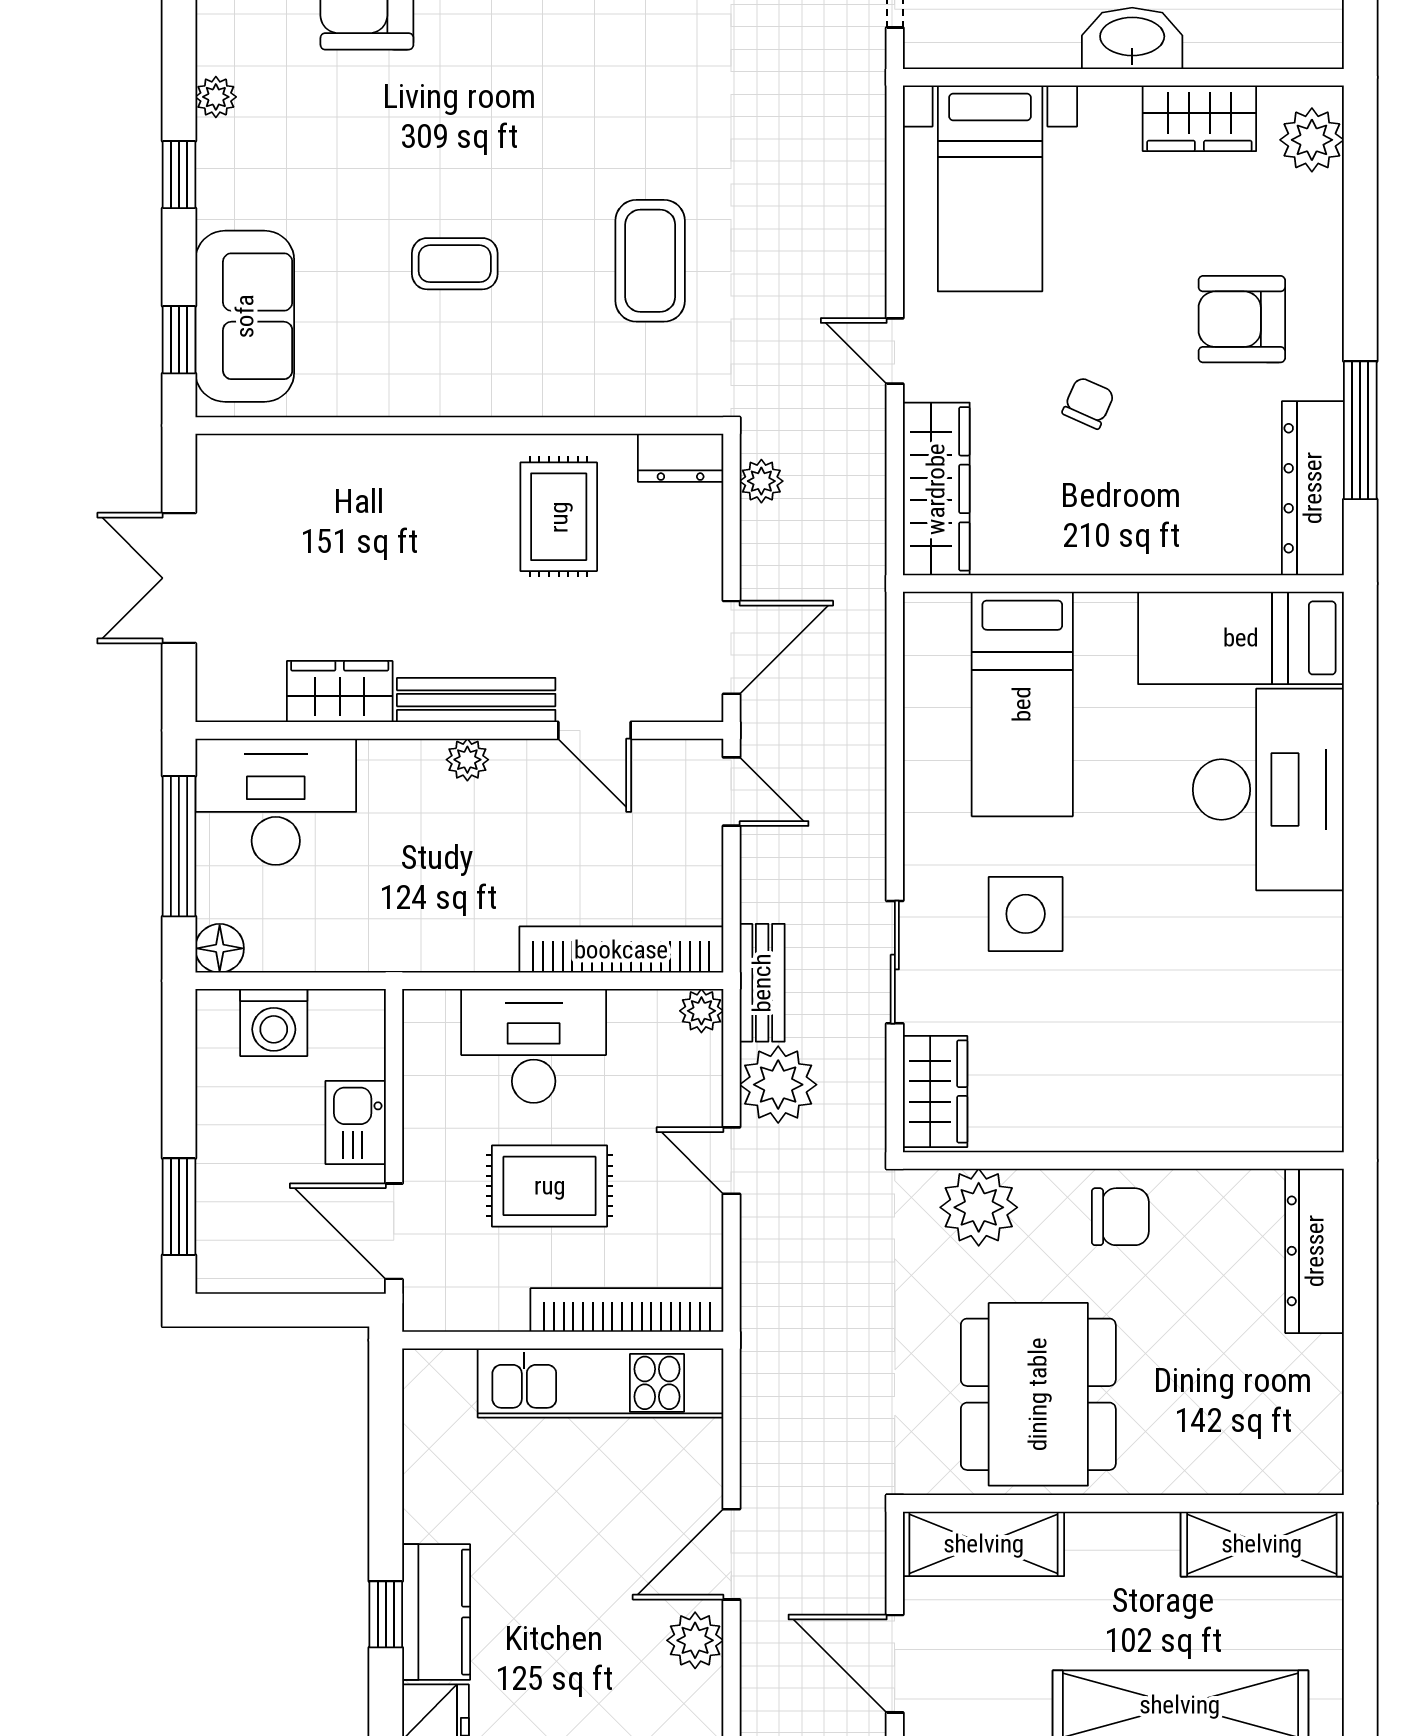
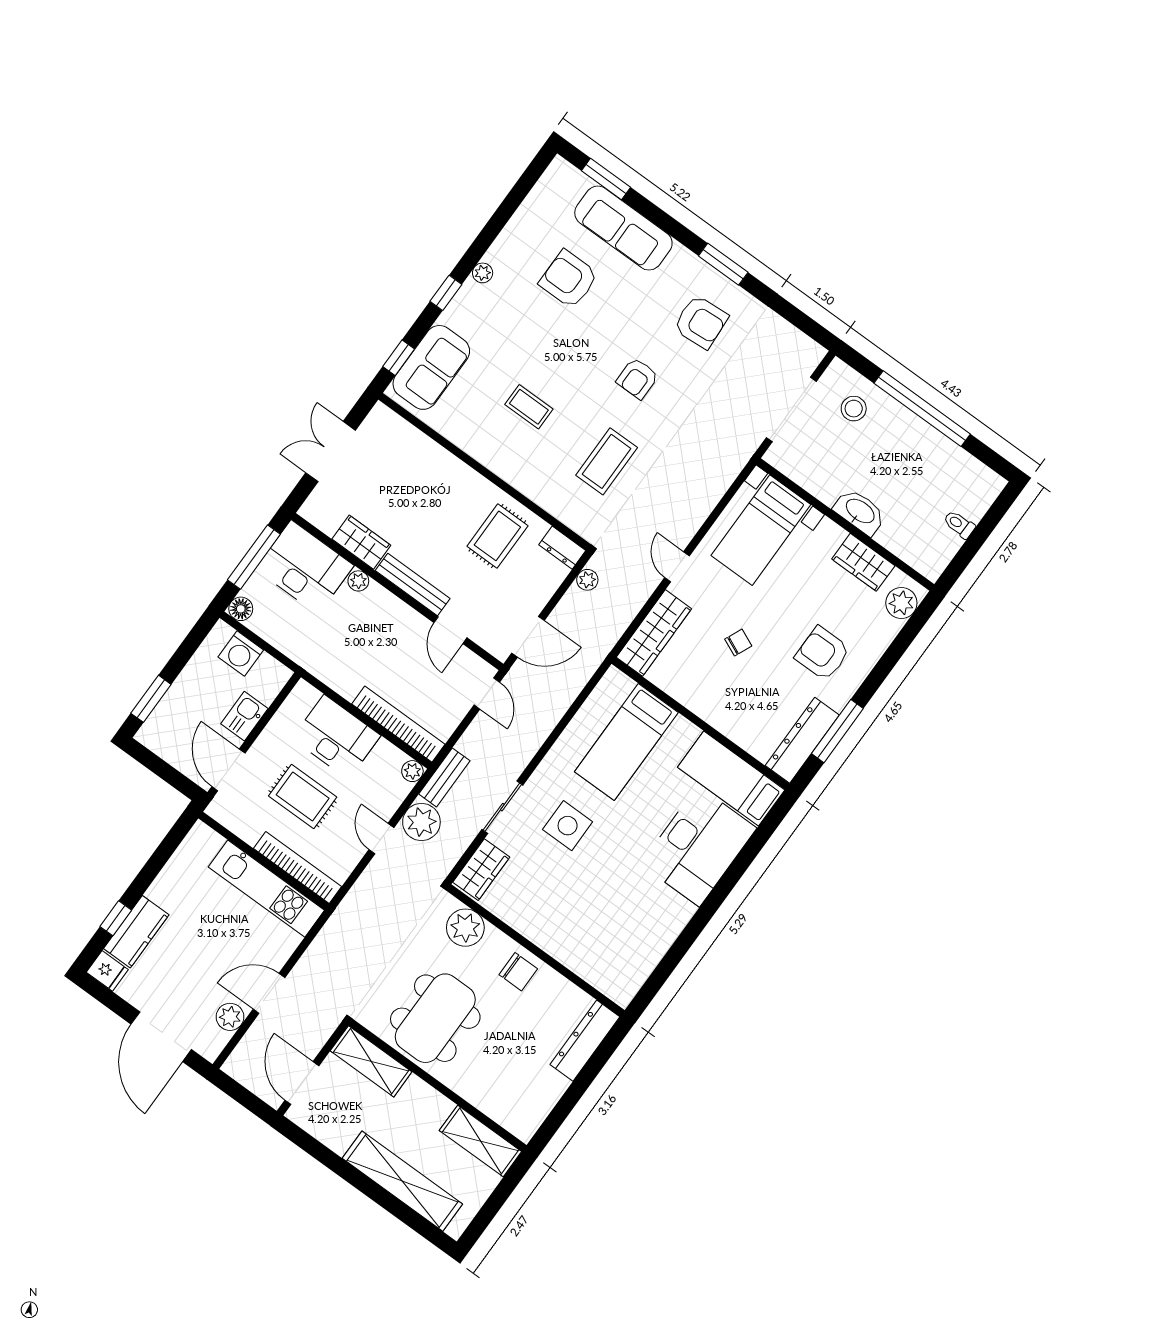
armchair: (601, 85) -> (637, 379), added
plant: (467, 760) -> (358, 581), moved

